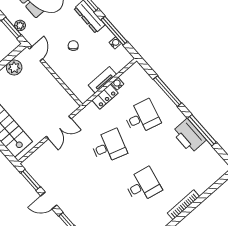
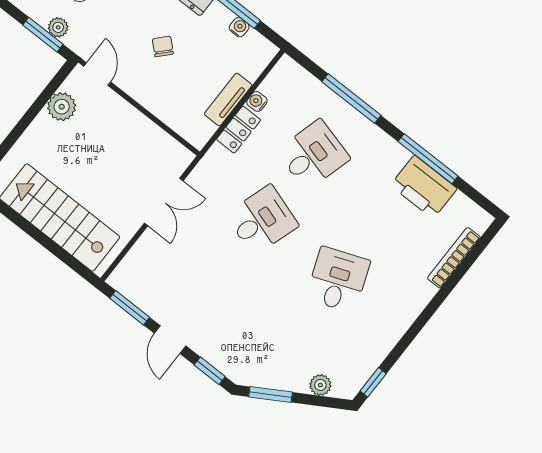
printer: (189, 136) -> (424, 187), moved
desk: (143, 185) -> (338, 280), turned -33
door: (49, 201) -> (170, 340), hinge flipped
bookcase: (183, 205) -> (454, 258), moved

